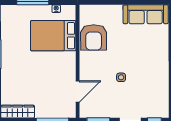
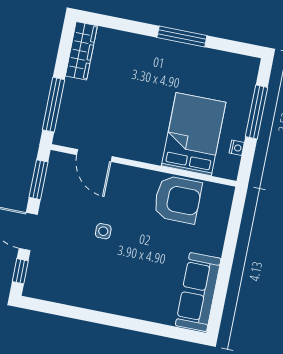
armchair: (94, 37) -> (178, 199), turned 180

